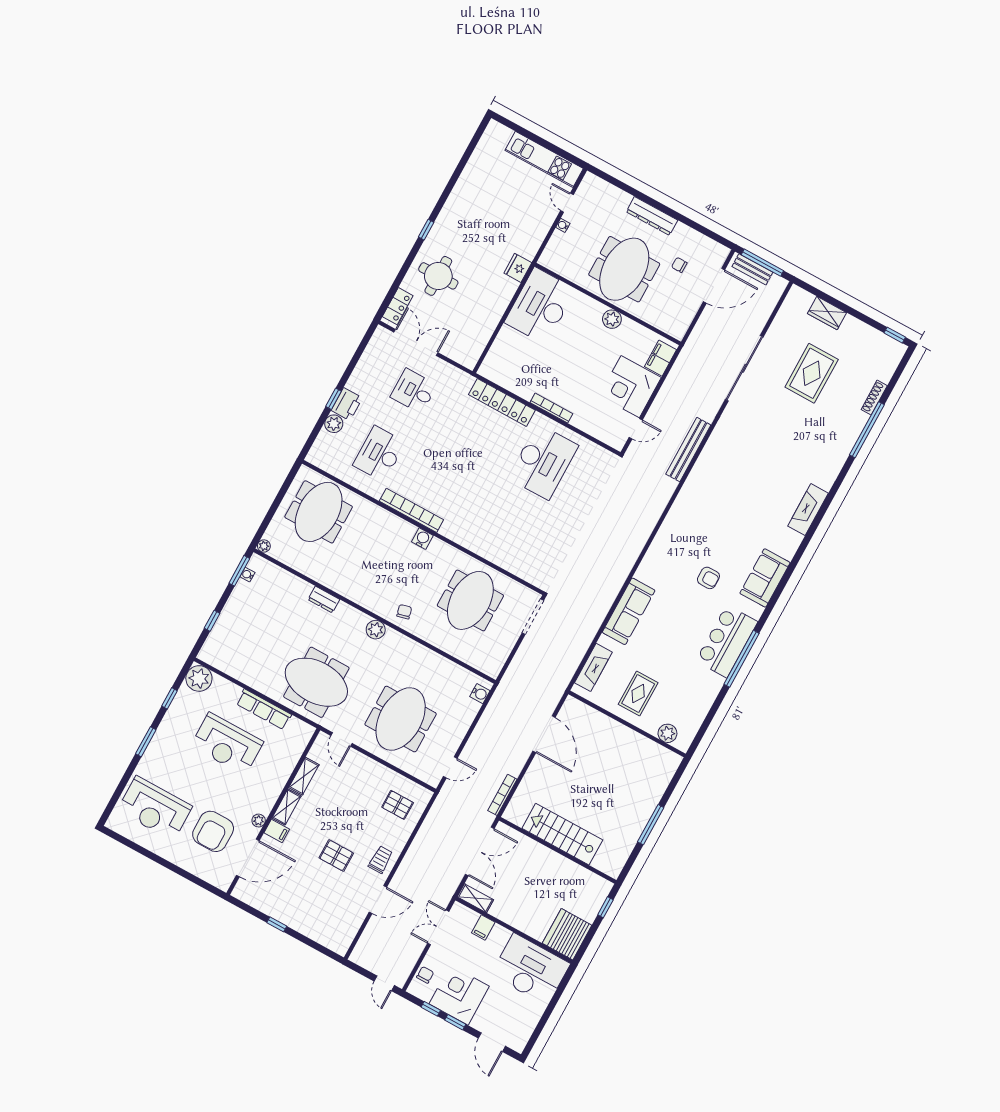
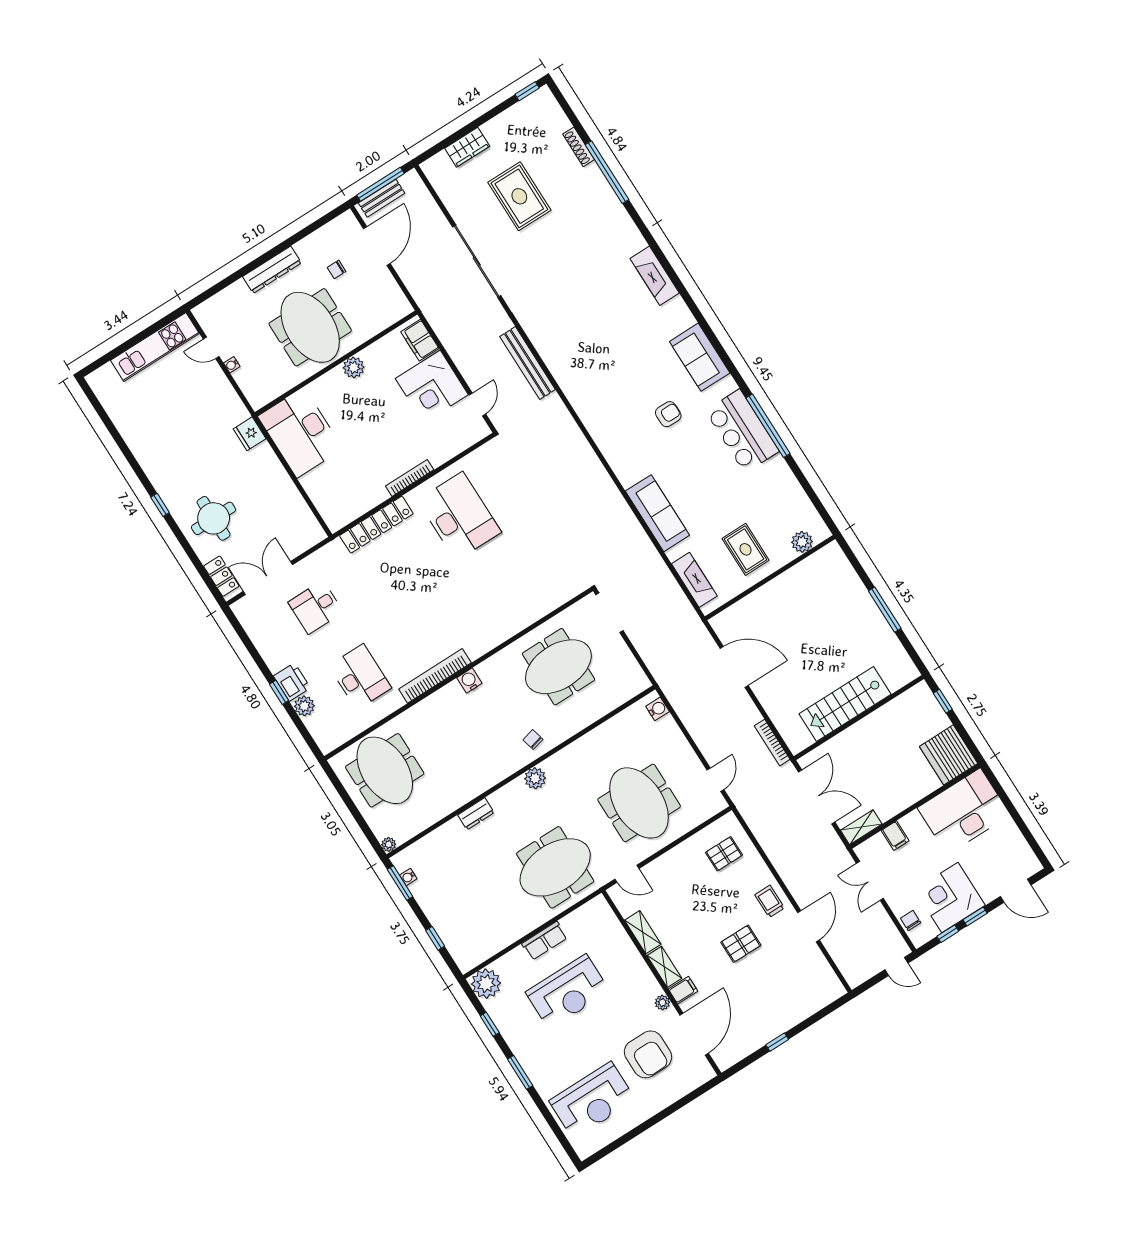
desk: (379, 454) -> (360, 677), turned 180
meeting table: (470, 600) -> (558, 667), turned 90
row of seats: (264, 709) -> (545, 941), width x0.68

